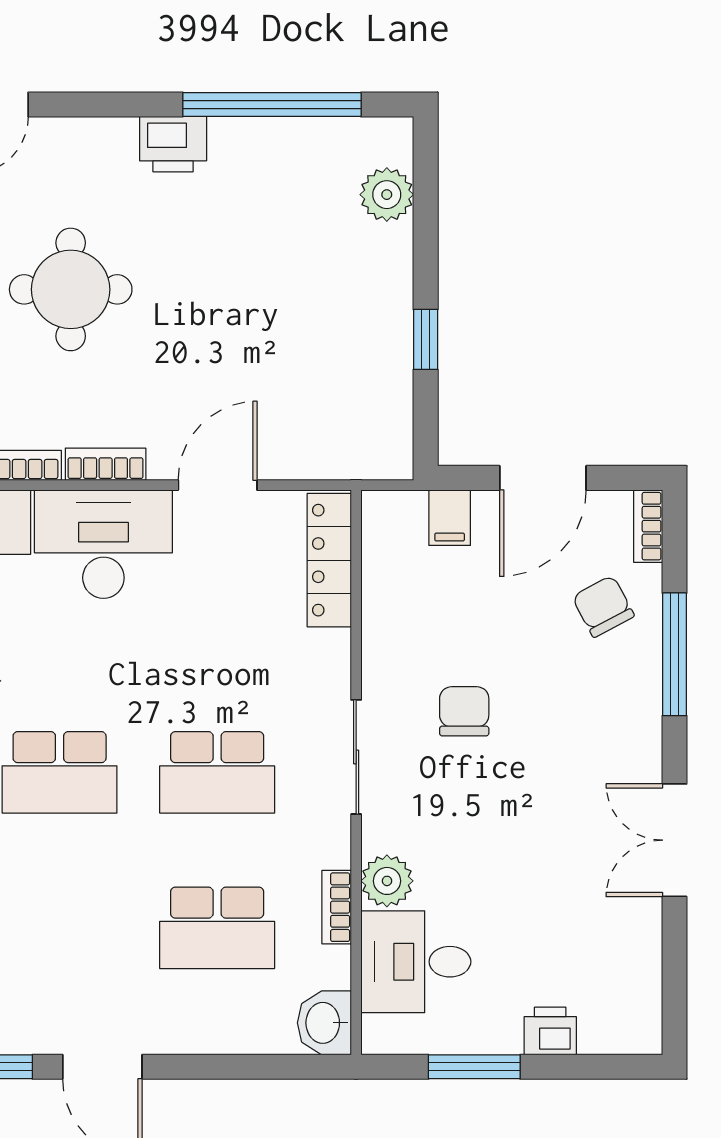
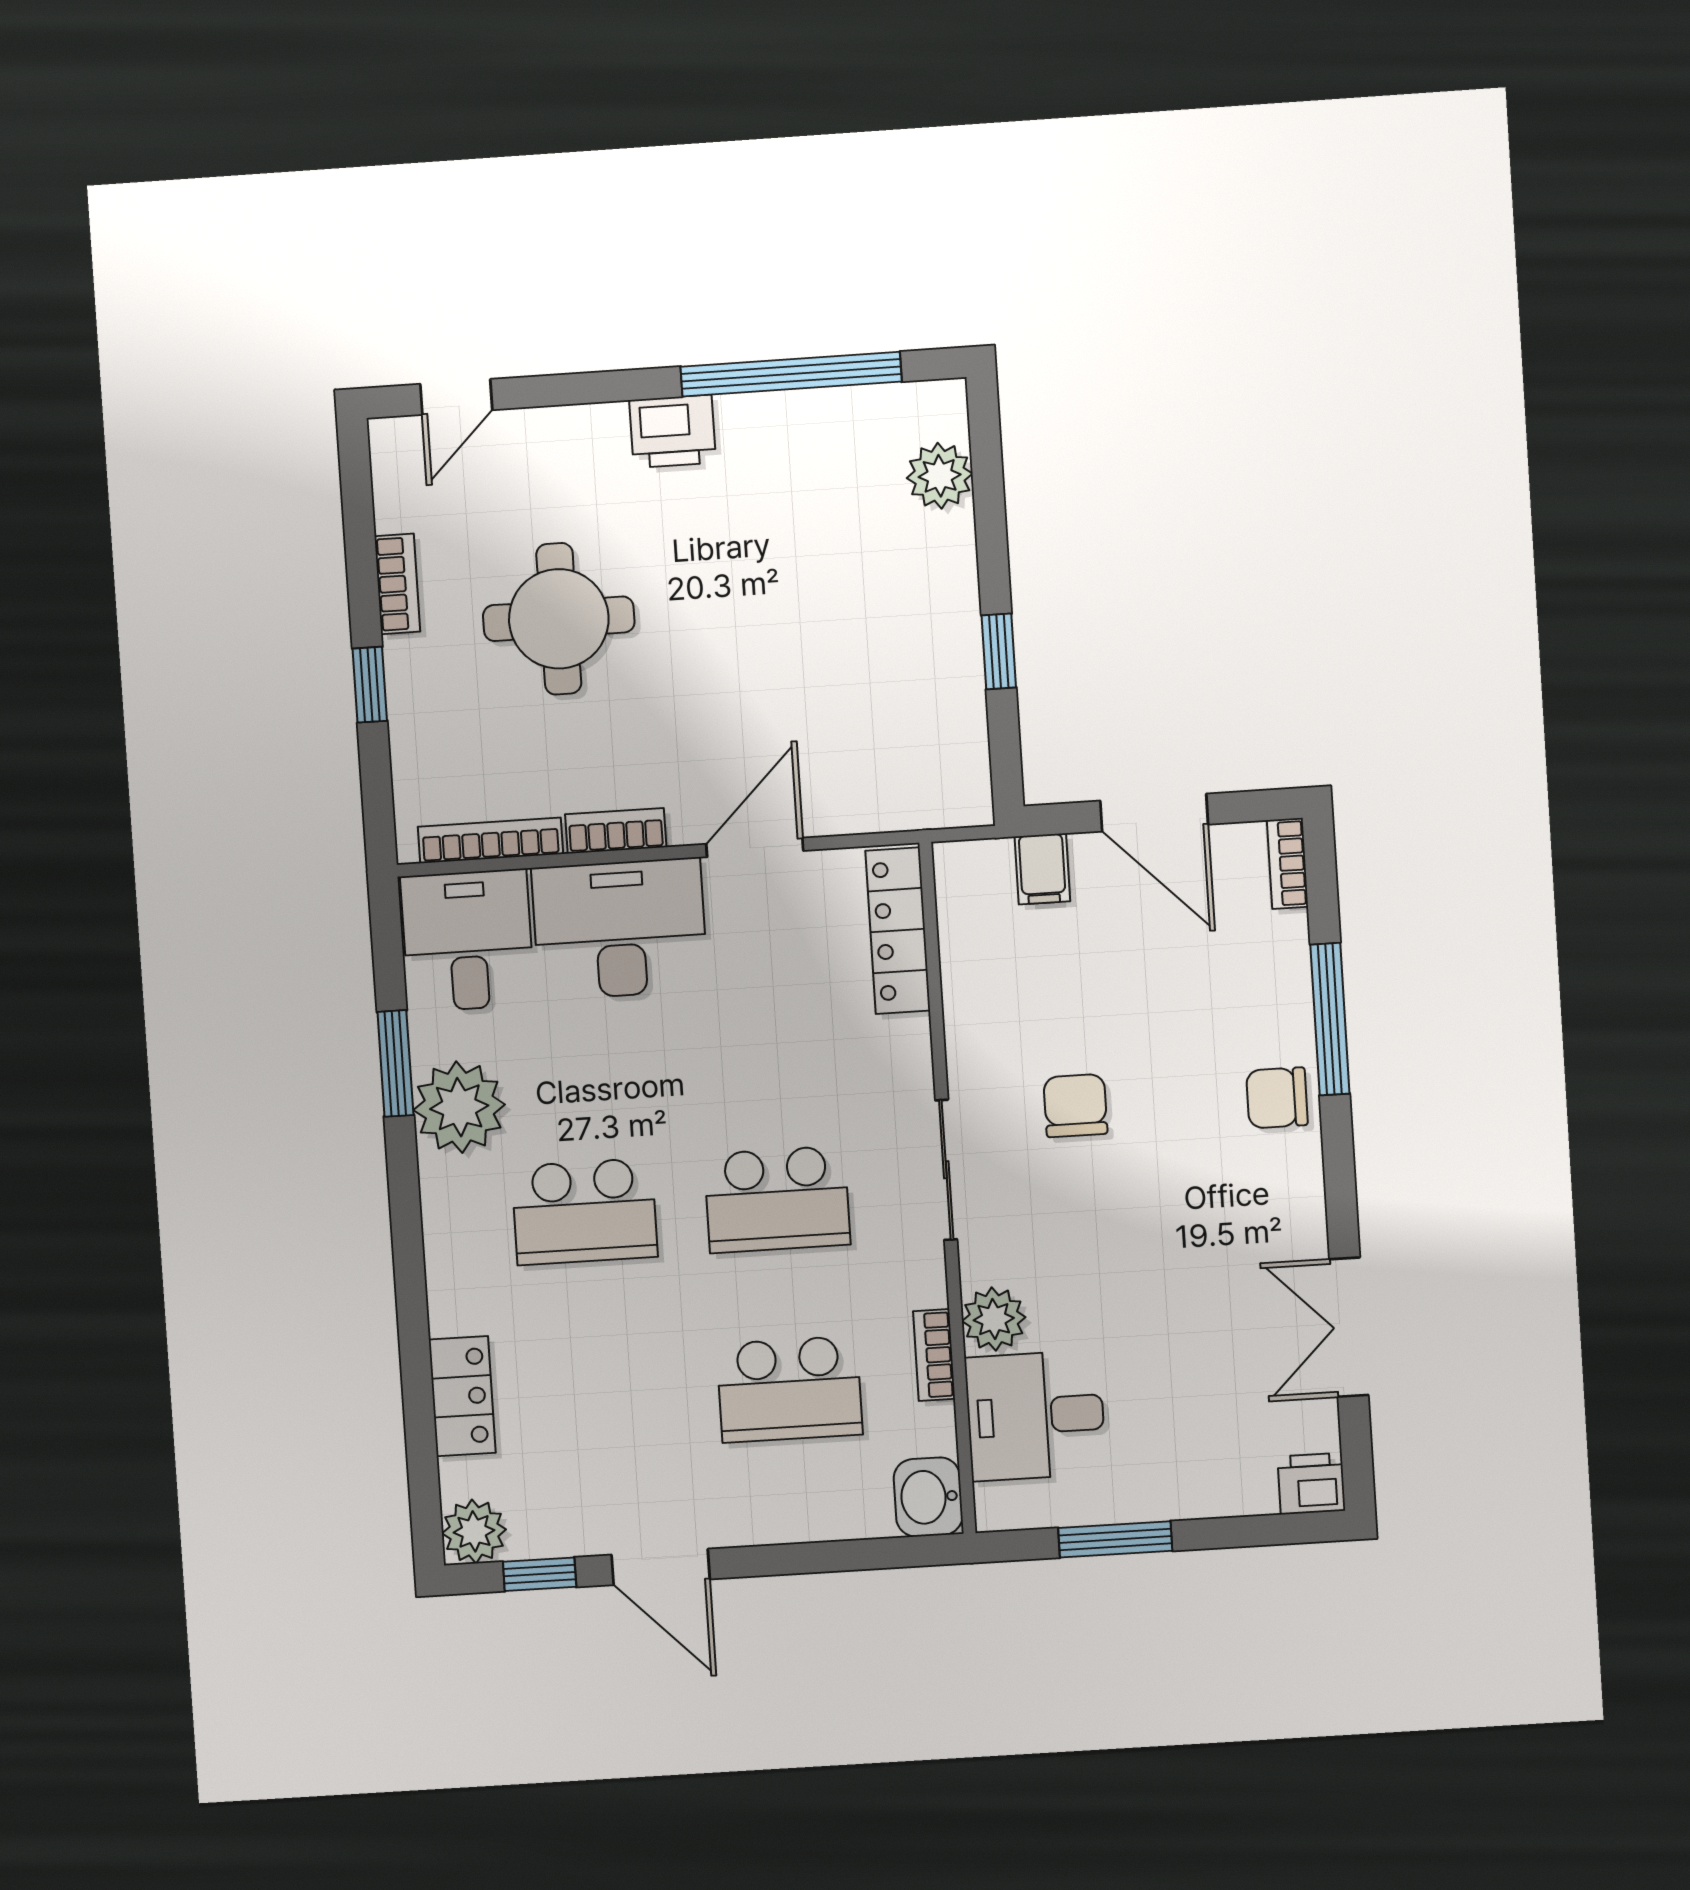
door: (543, 478) -> (1154, 813), hinge flipped
chair: (603, 606) -> (1277, 1098), moved, turned -62
double door: (674, 840) -> (1349, 1327), moved
printer: (550, 1031) -> (1311, 1484), moved

